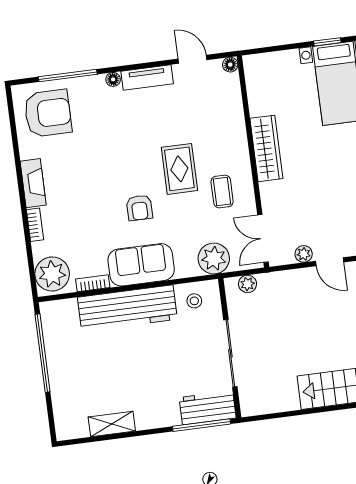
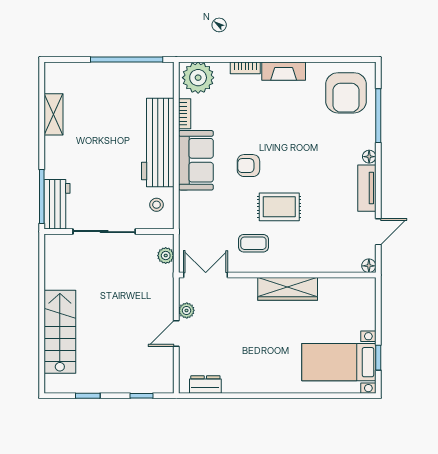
plant: (214, 259) -> (193, 228), removed

